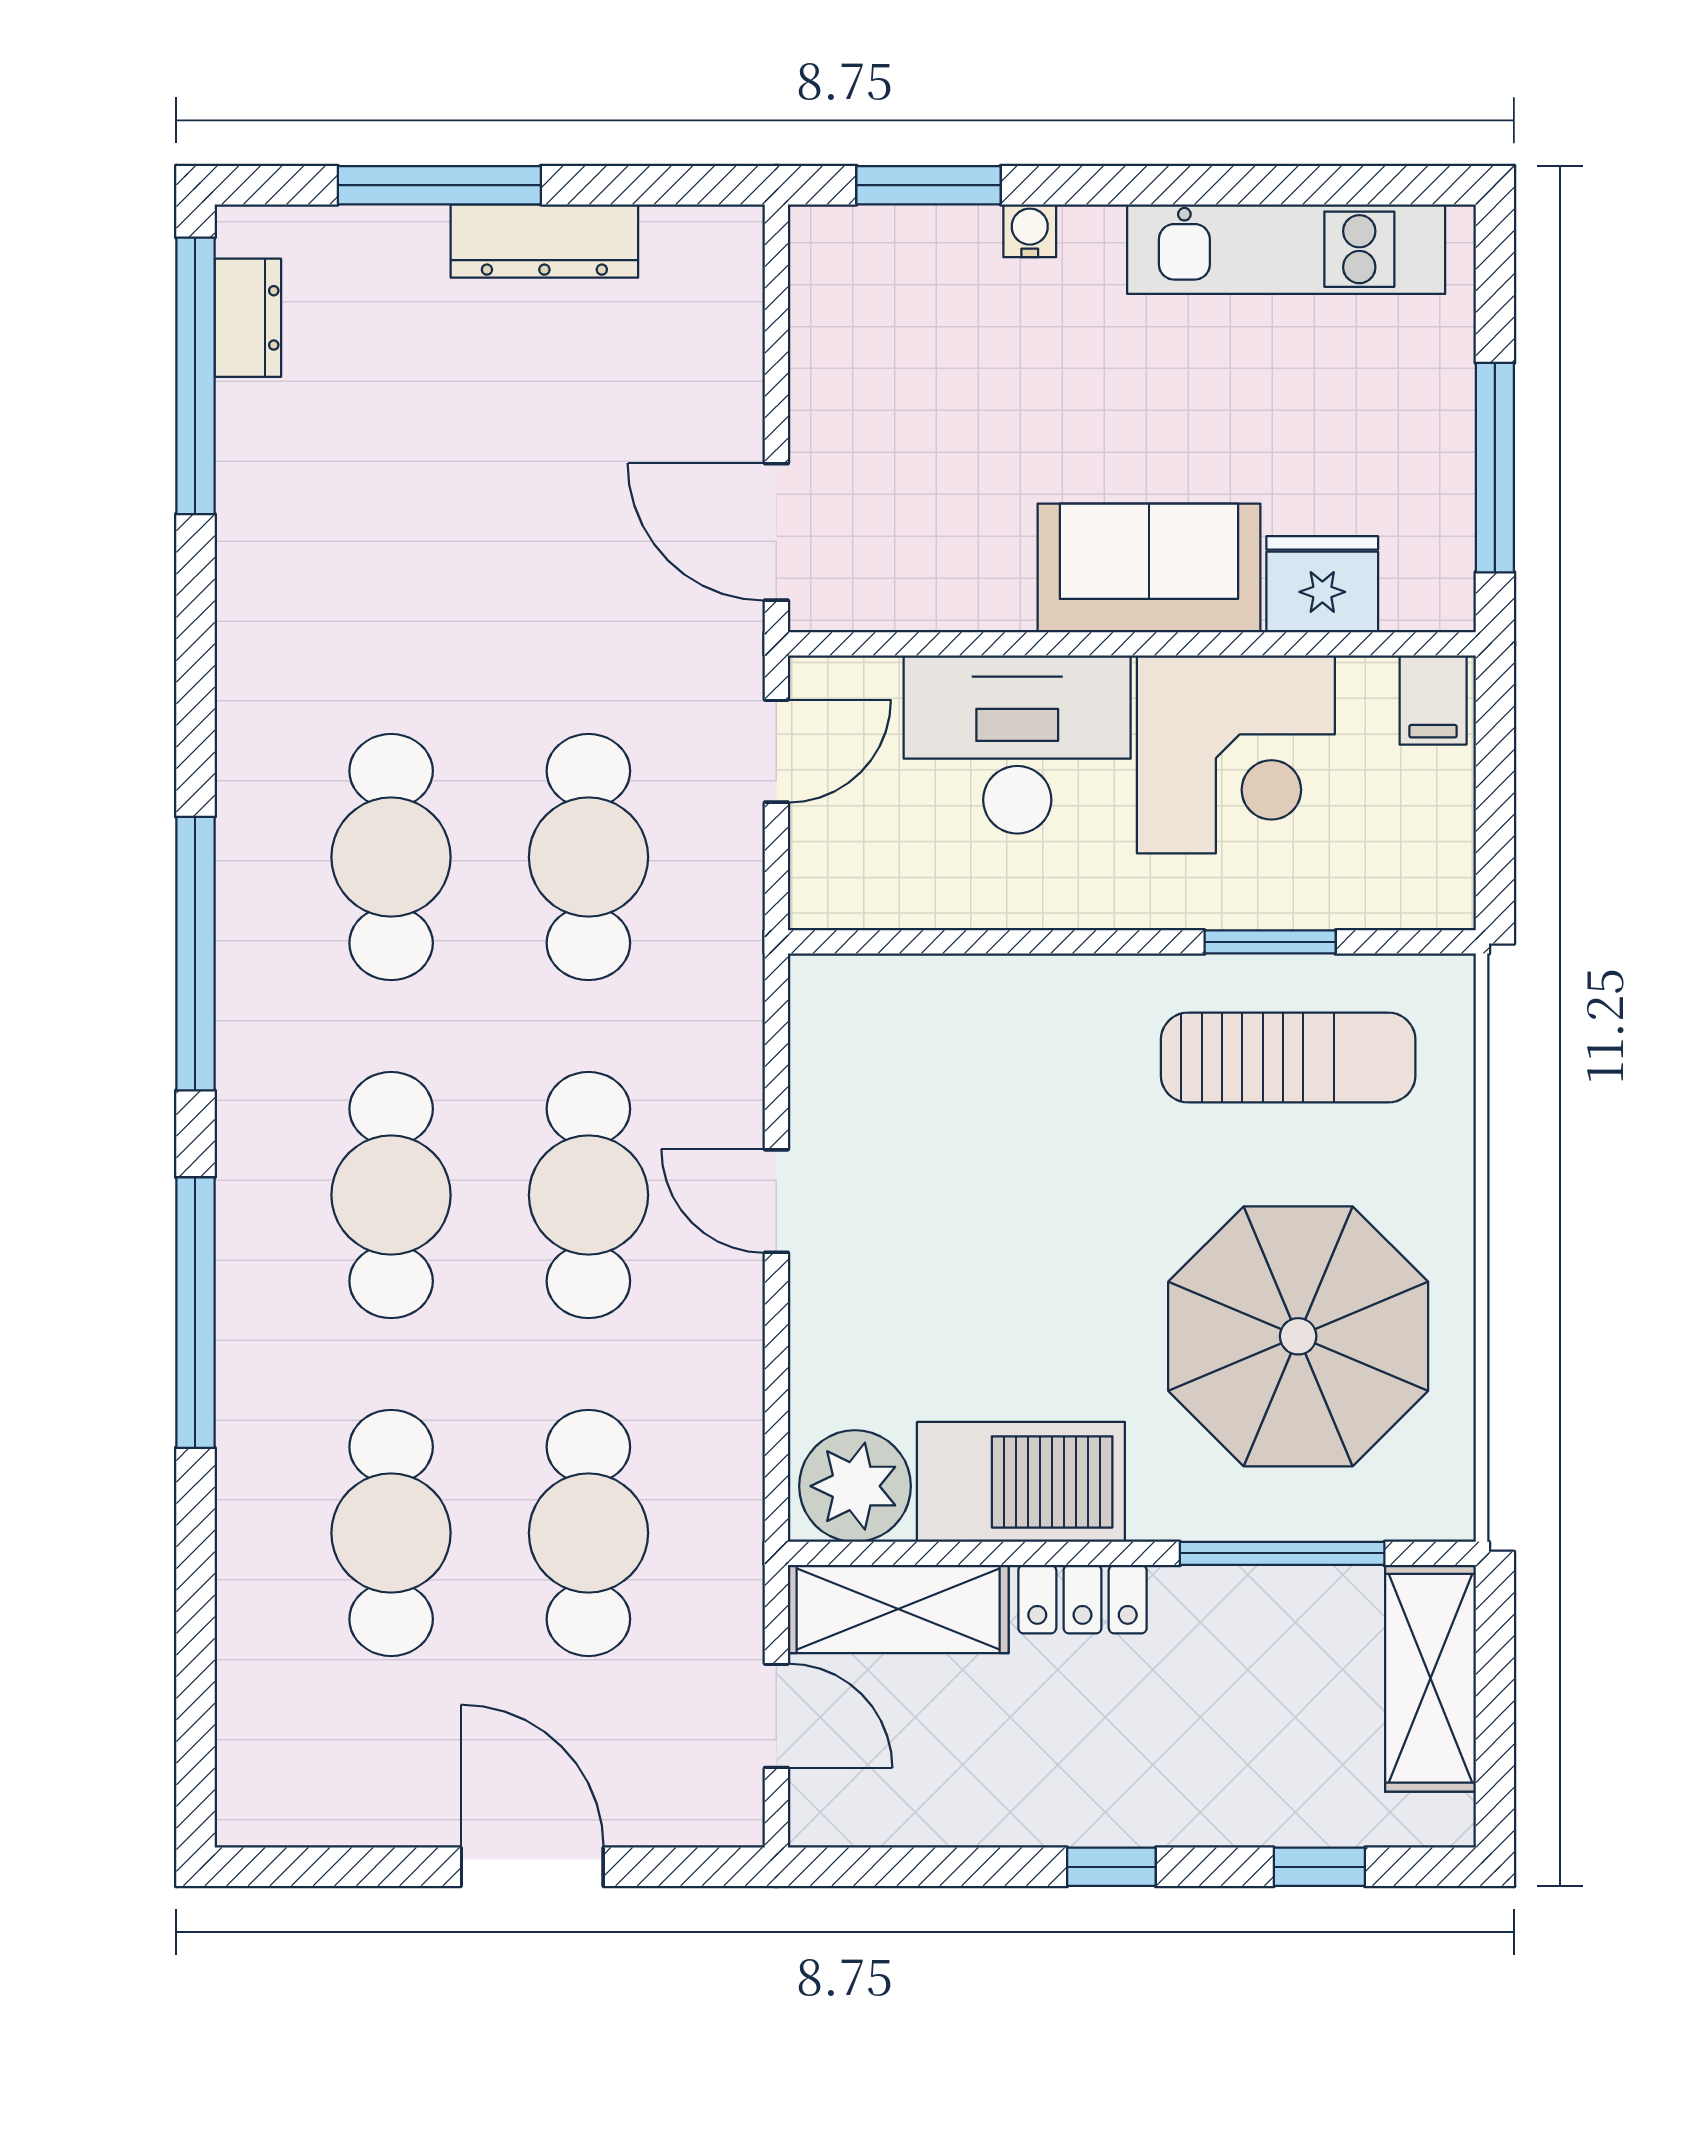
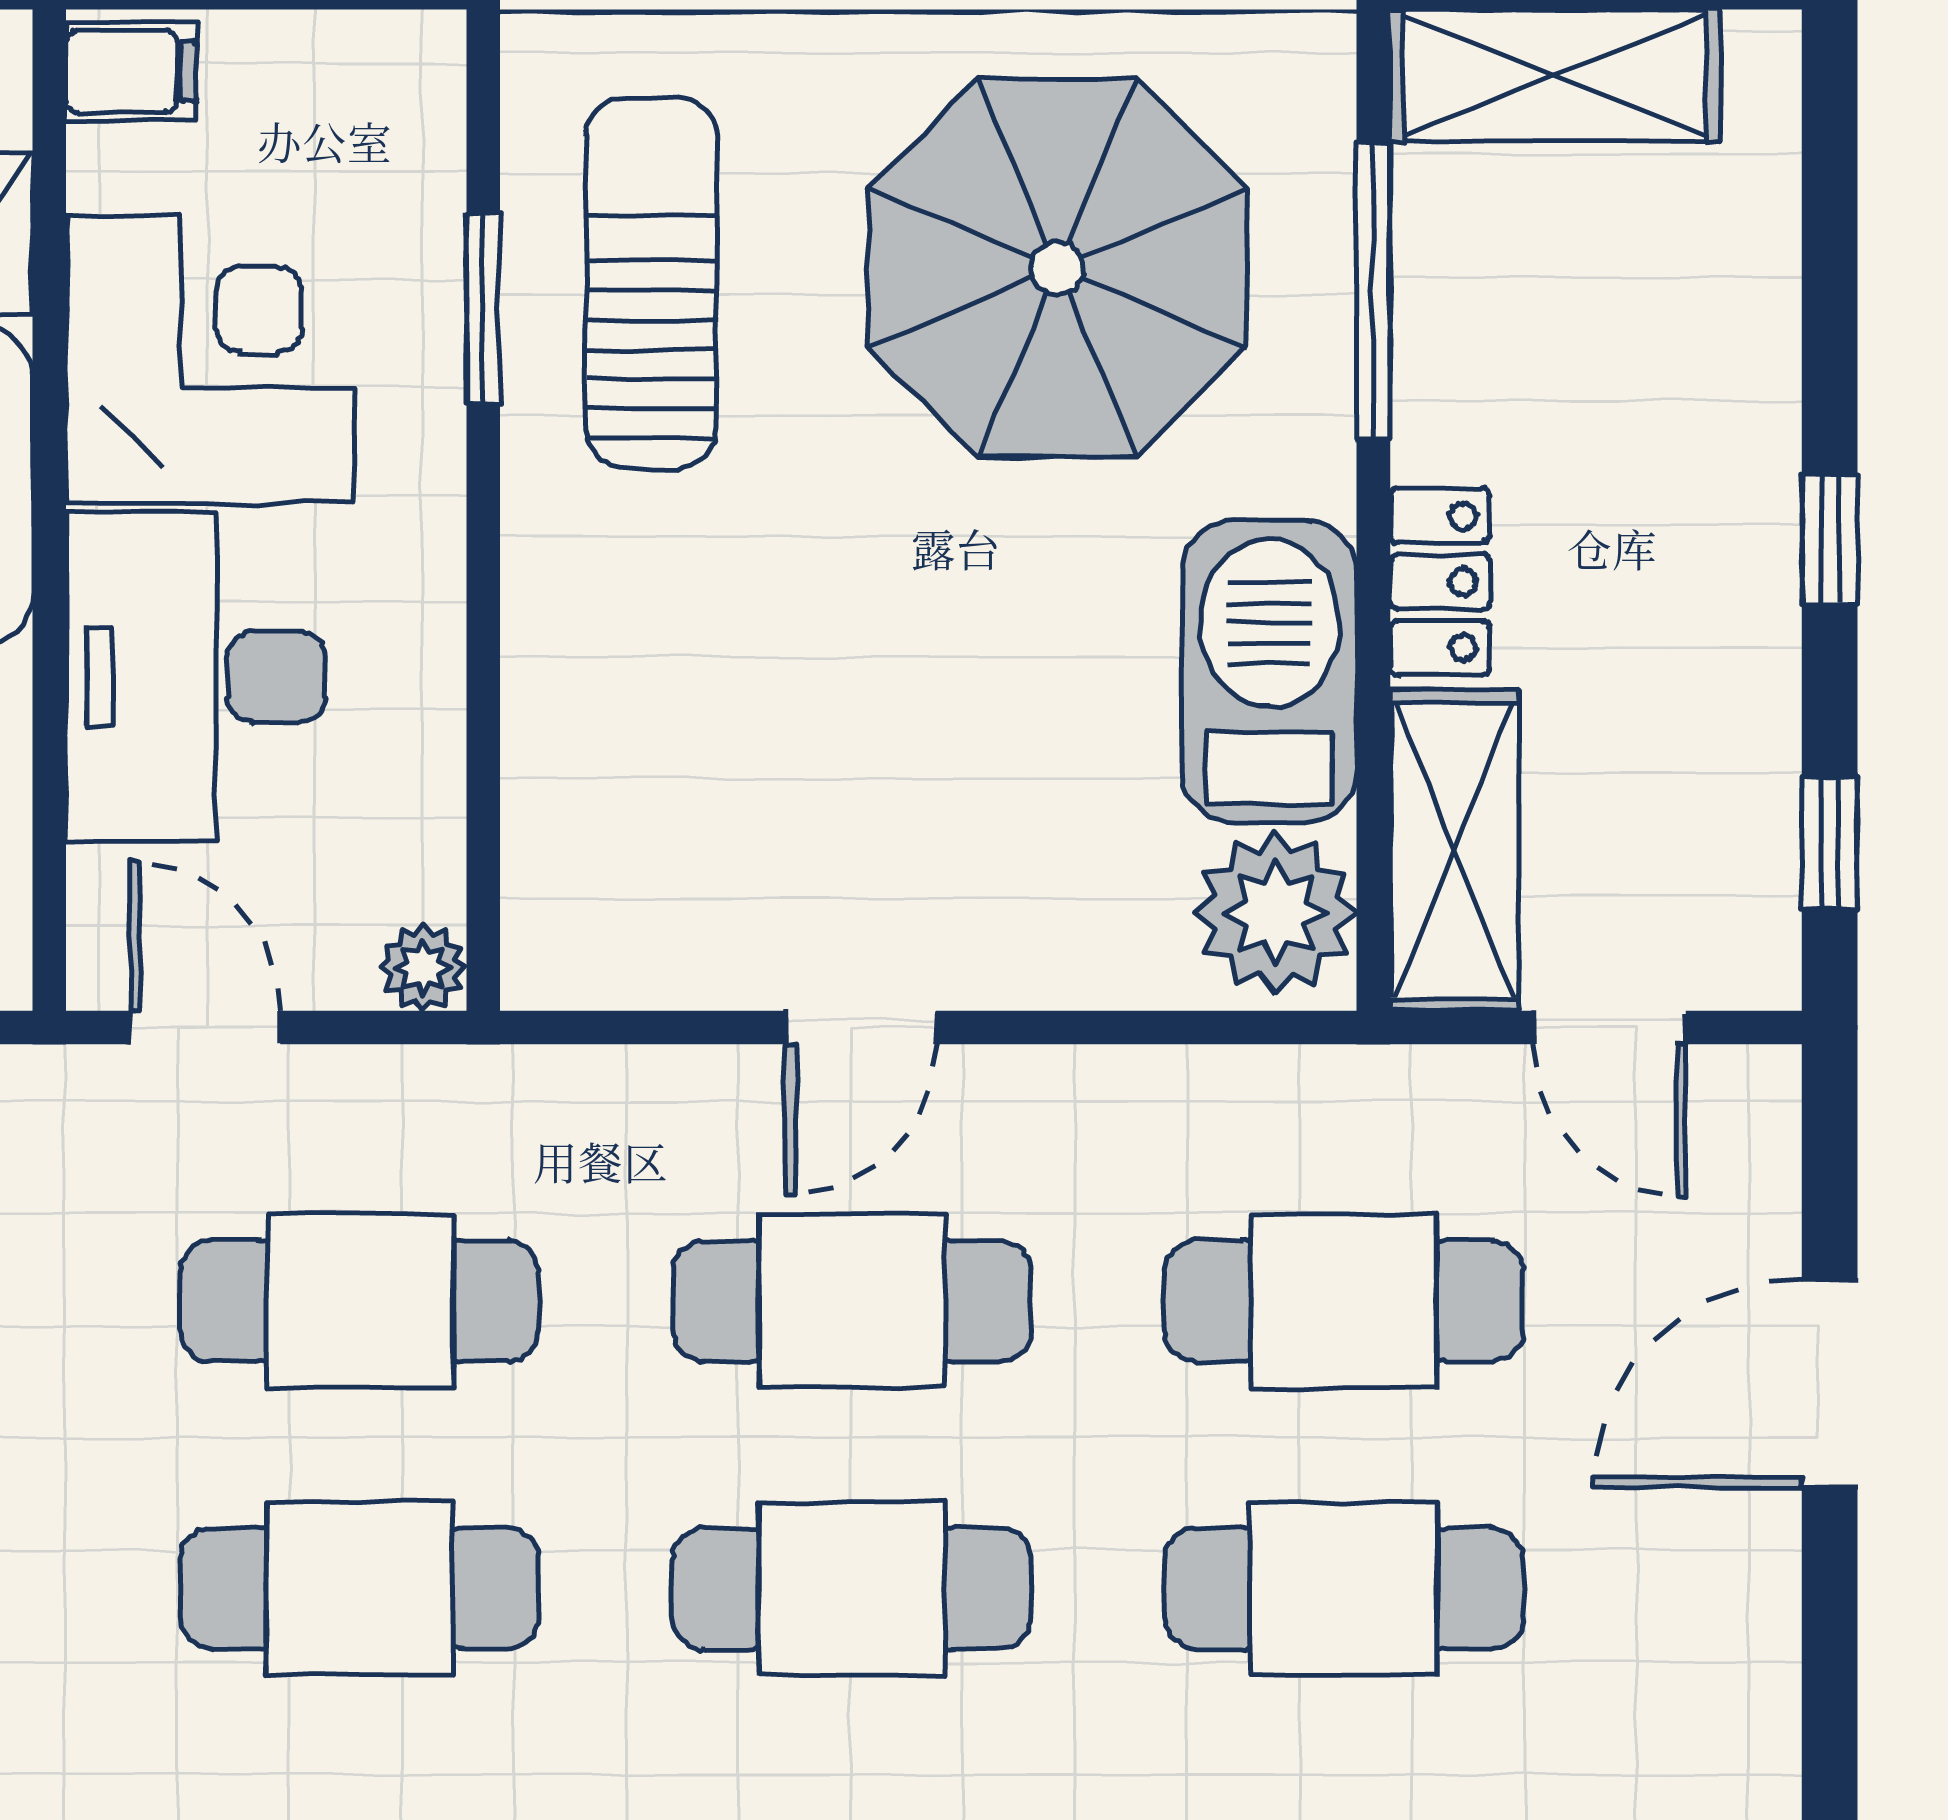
plant: (818, 901) -> (423, 967), added
door: (776, 1716) -> (1610, 1028), swing flipped
window: (1319, 1867) -> (1830, 844), moved

